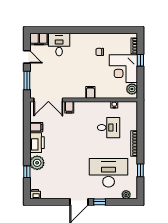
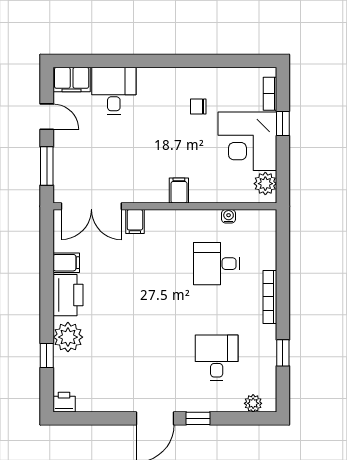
desk: (109, 128) -> (217, 264), turned 180
desk: (109, 173) -> (217, 358), width x0.53, depth x0.77

